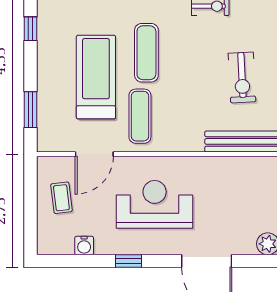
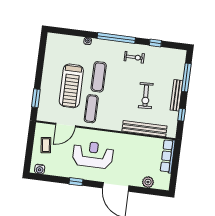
window: (31, 29) -> (41, 57), removed
treadmill: (96, 77) -> (71, 86), turned 180
water cooler: (84, 246) -> (40, 169), moved

